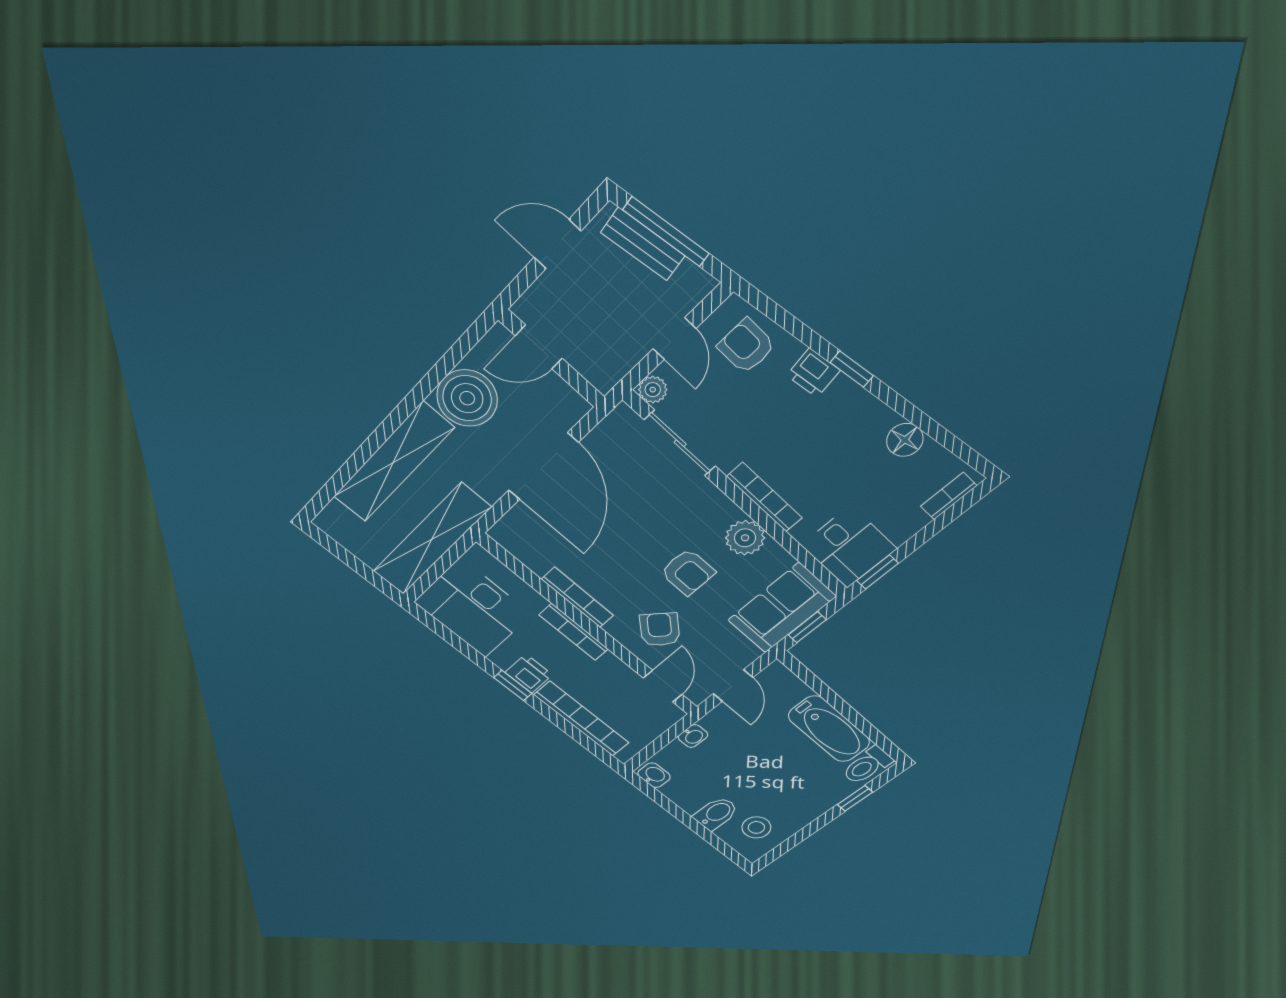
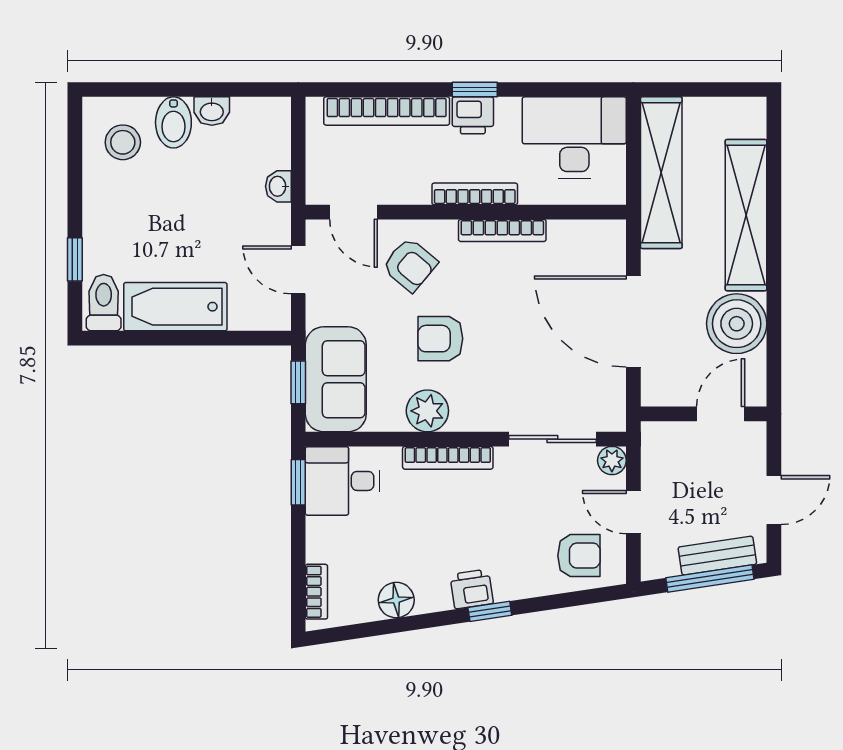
printer: (813, 373) -> (472, 589), moved
washbasin: (654, 775) -> (212, 111), moved

